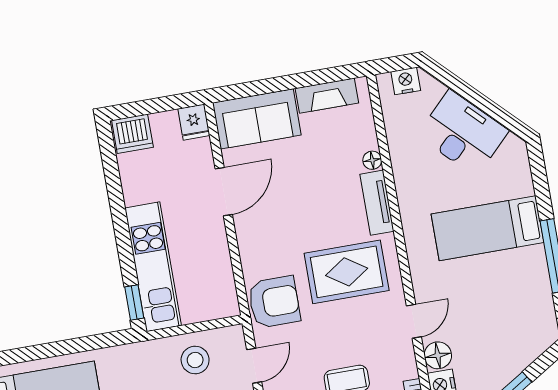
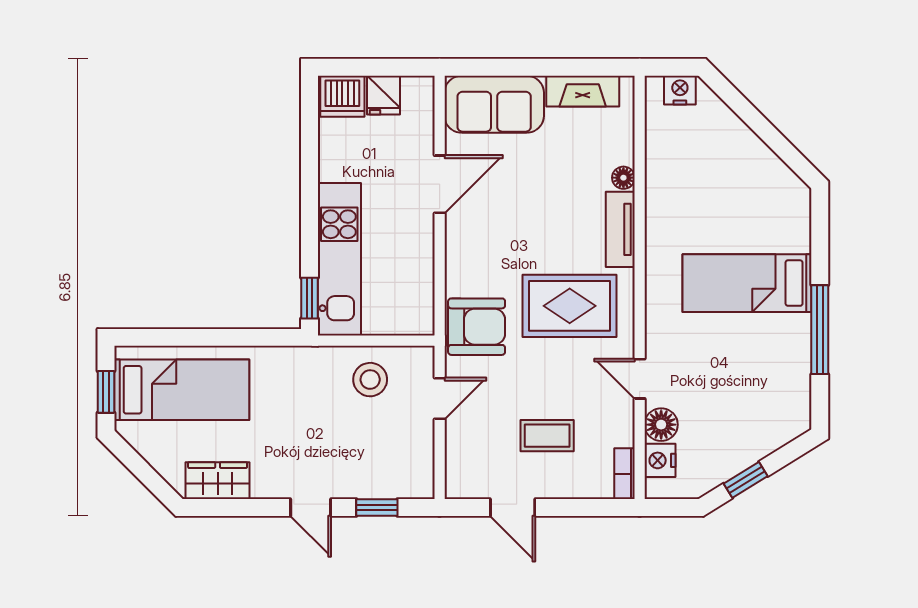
fridge: (194, 122) -> (383, 95), moved
desk: (463, 133) -> (737, 164), removed
door: (414, 321) -> (640, 379), swing flipped

